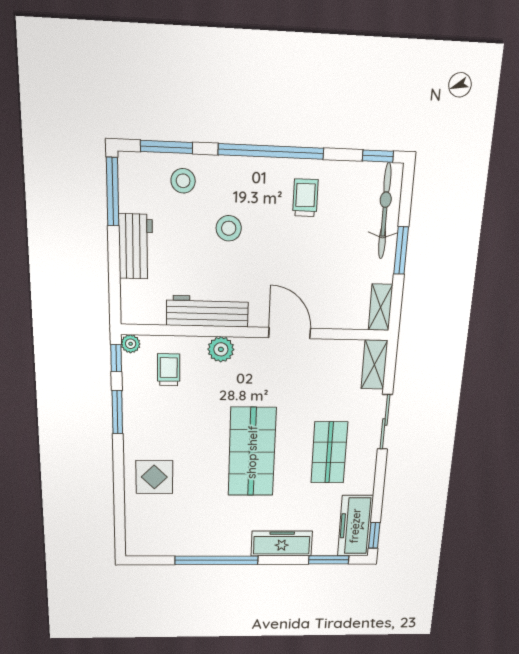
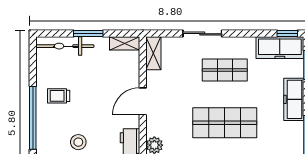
window: (378, 156) -> (33, 53), removed
shelving: (374, 365) -> (153, 53), moved, turned 90

